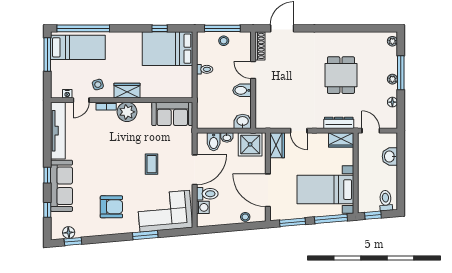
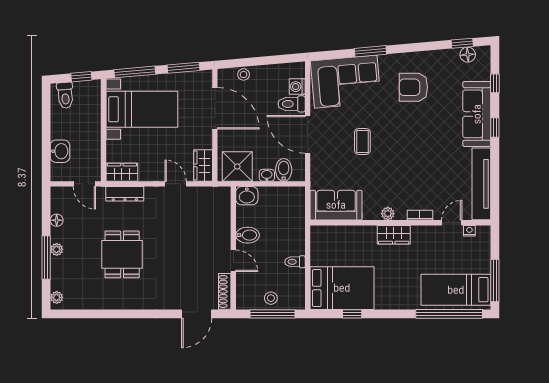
side table: (98, 85) -> (431, 242), removed
plant: (127, 112) -> (388, 214), width x0.53, depth x0.53
door: (195, 170) -> (308, 134), hinge flipped

